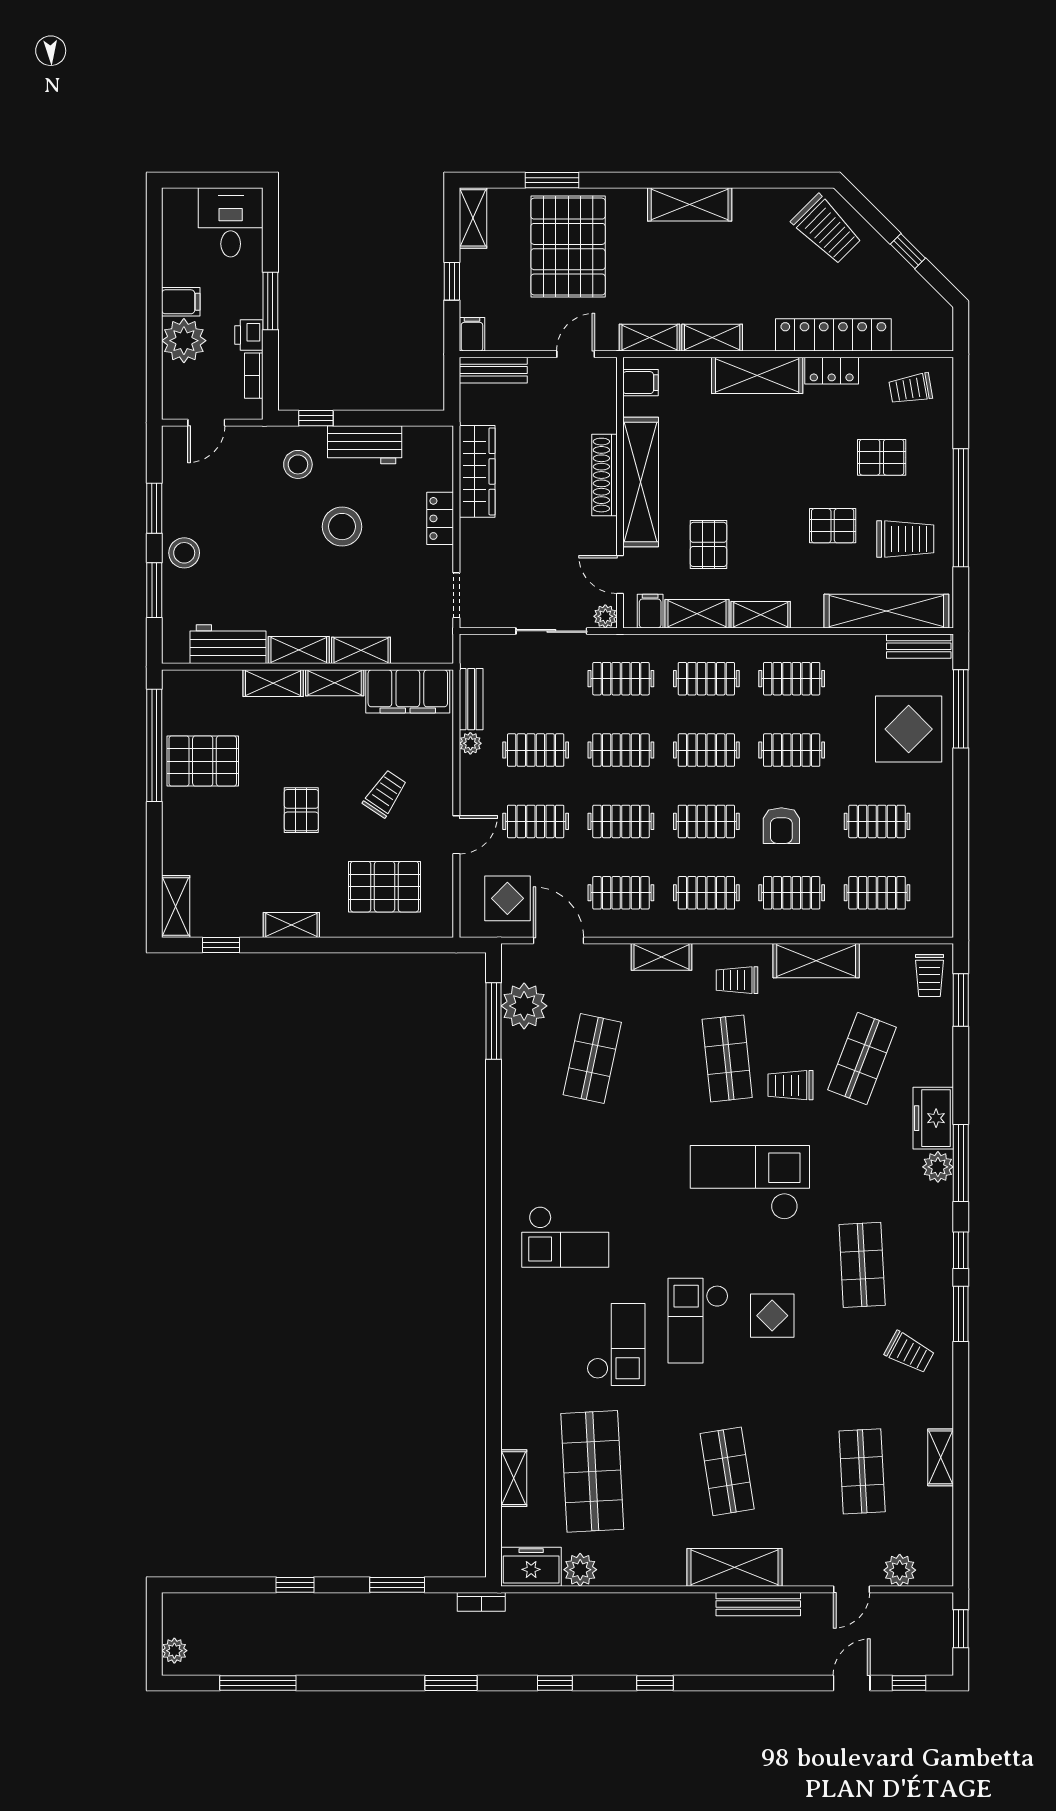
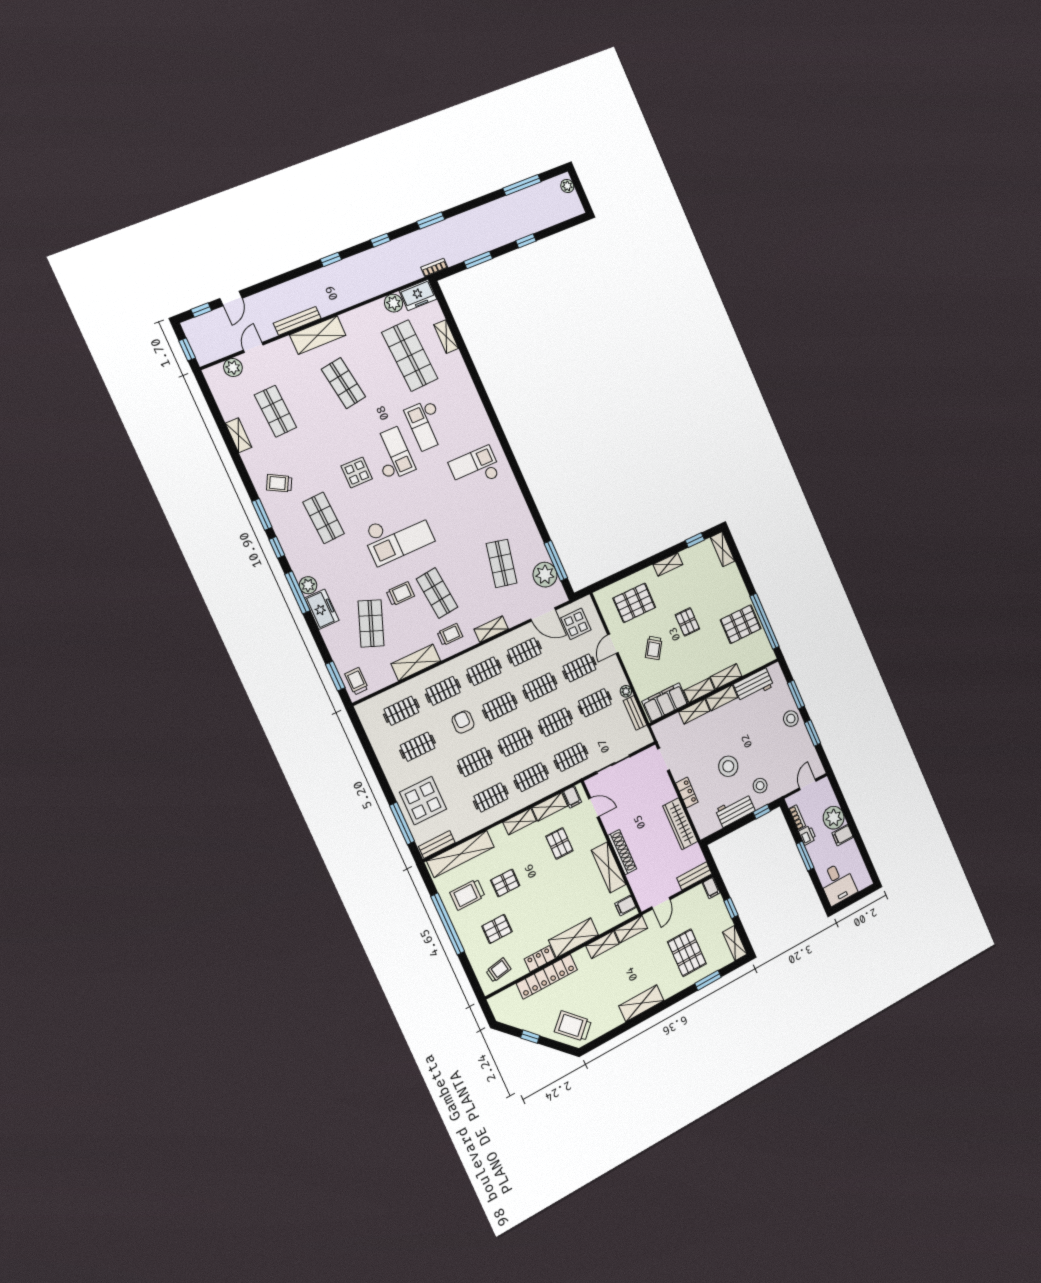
pallet: (568, 247) -> (687, 953), width x0.73, depth x0.71
shelving: (641, 482) -> (609, 867), width x0.68
plant: (605, 616) -> (592, 784), removed

